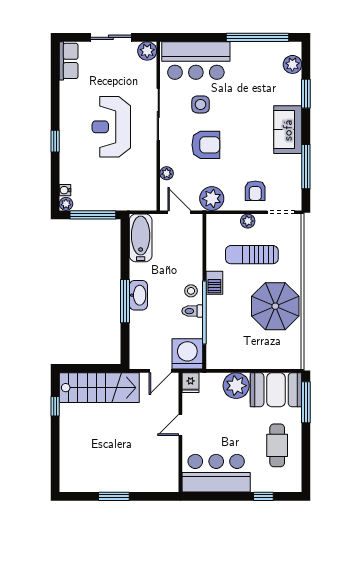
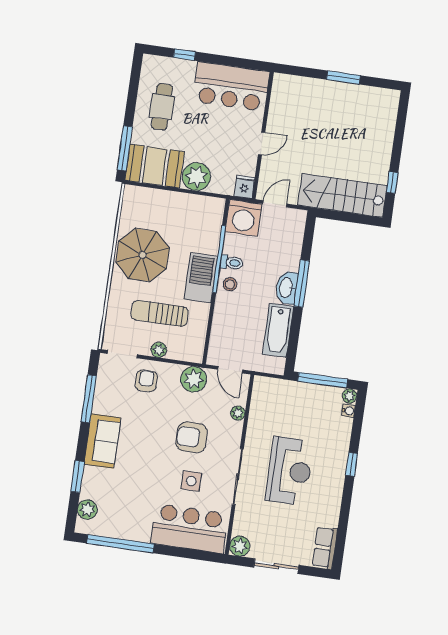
bathtub: (141, 238) -> (278, 330), moved
sun lounger: (252, 255) -> (160, 313), turned 180
barbecue: (214, 283) -> (201, 278), width x1.88, depth x1.53

